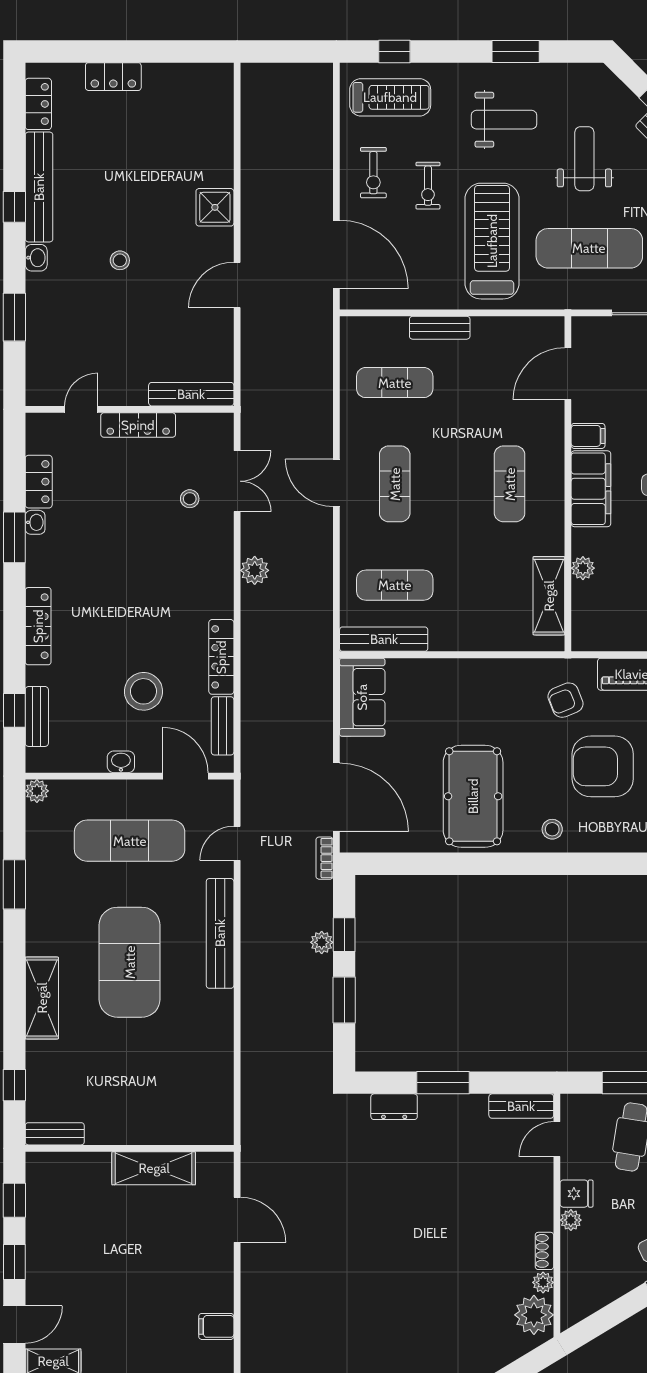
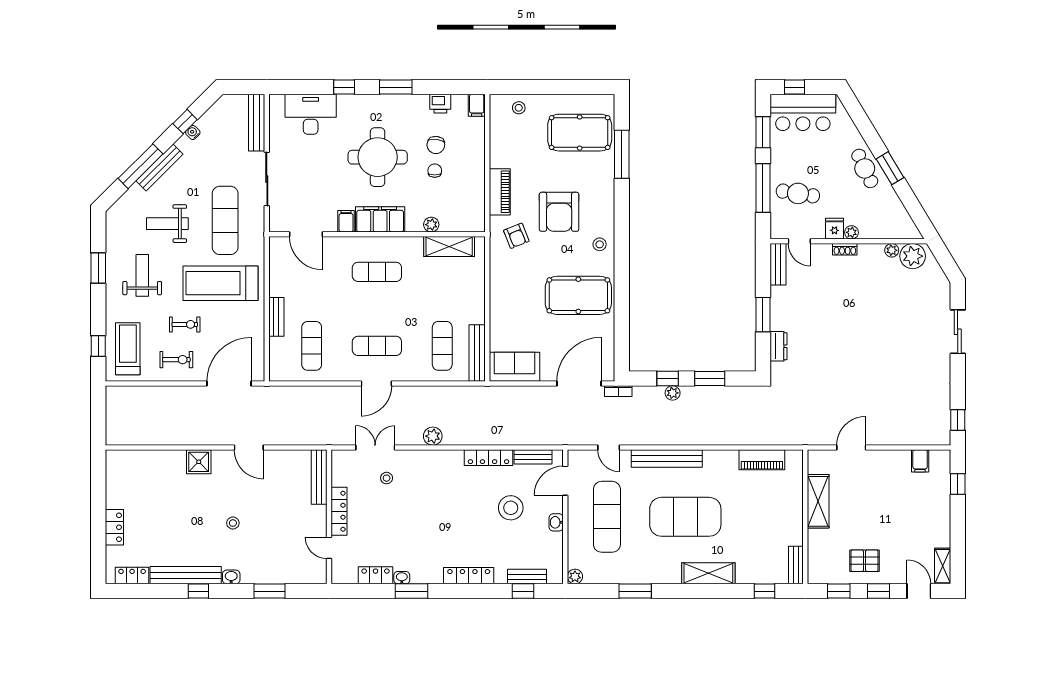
piano: (218, 1081) -> (762, 460), added
pallet: (61, 1240) -> (865, 561), added
shoe rack: (544, 1251) -> (845, 249), moved

